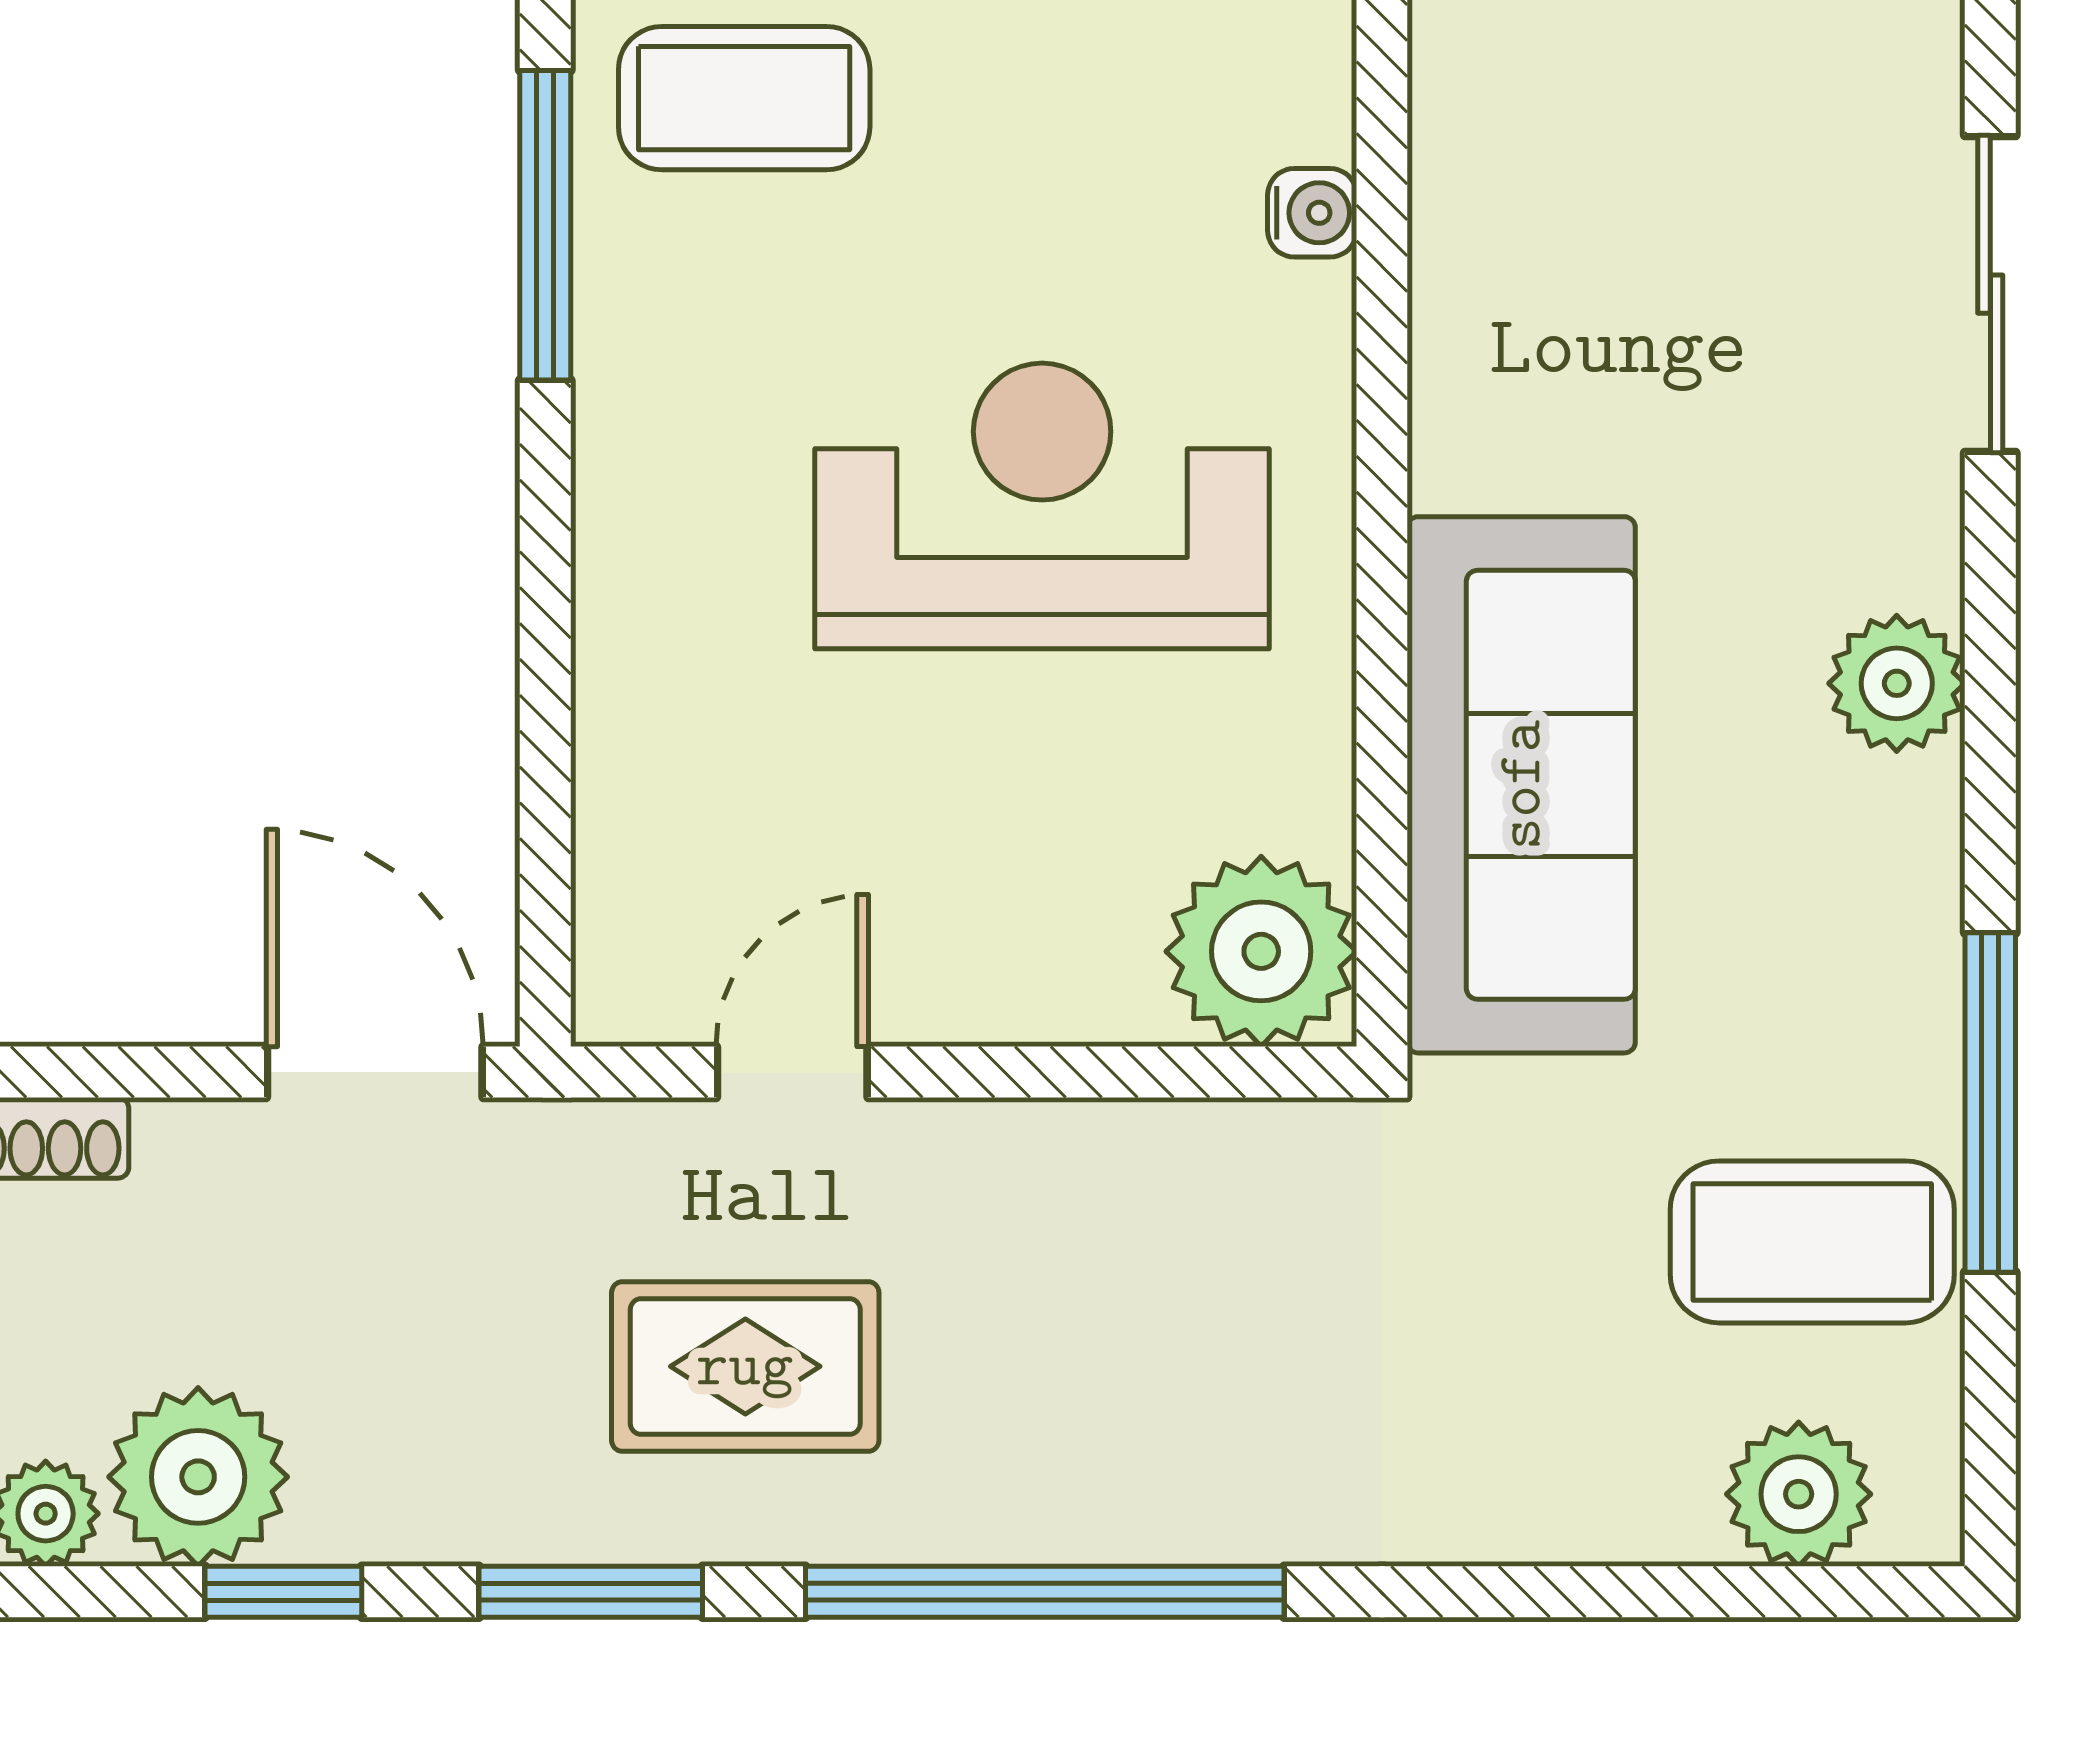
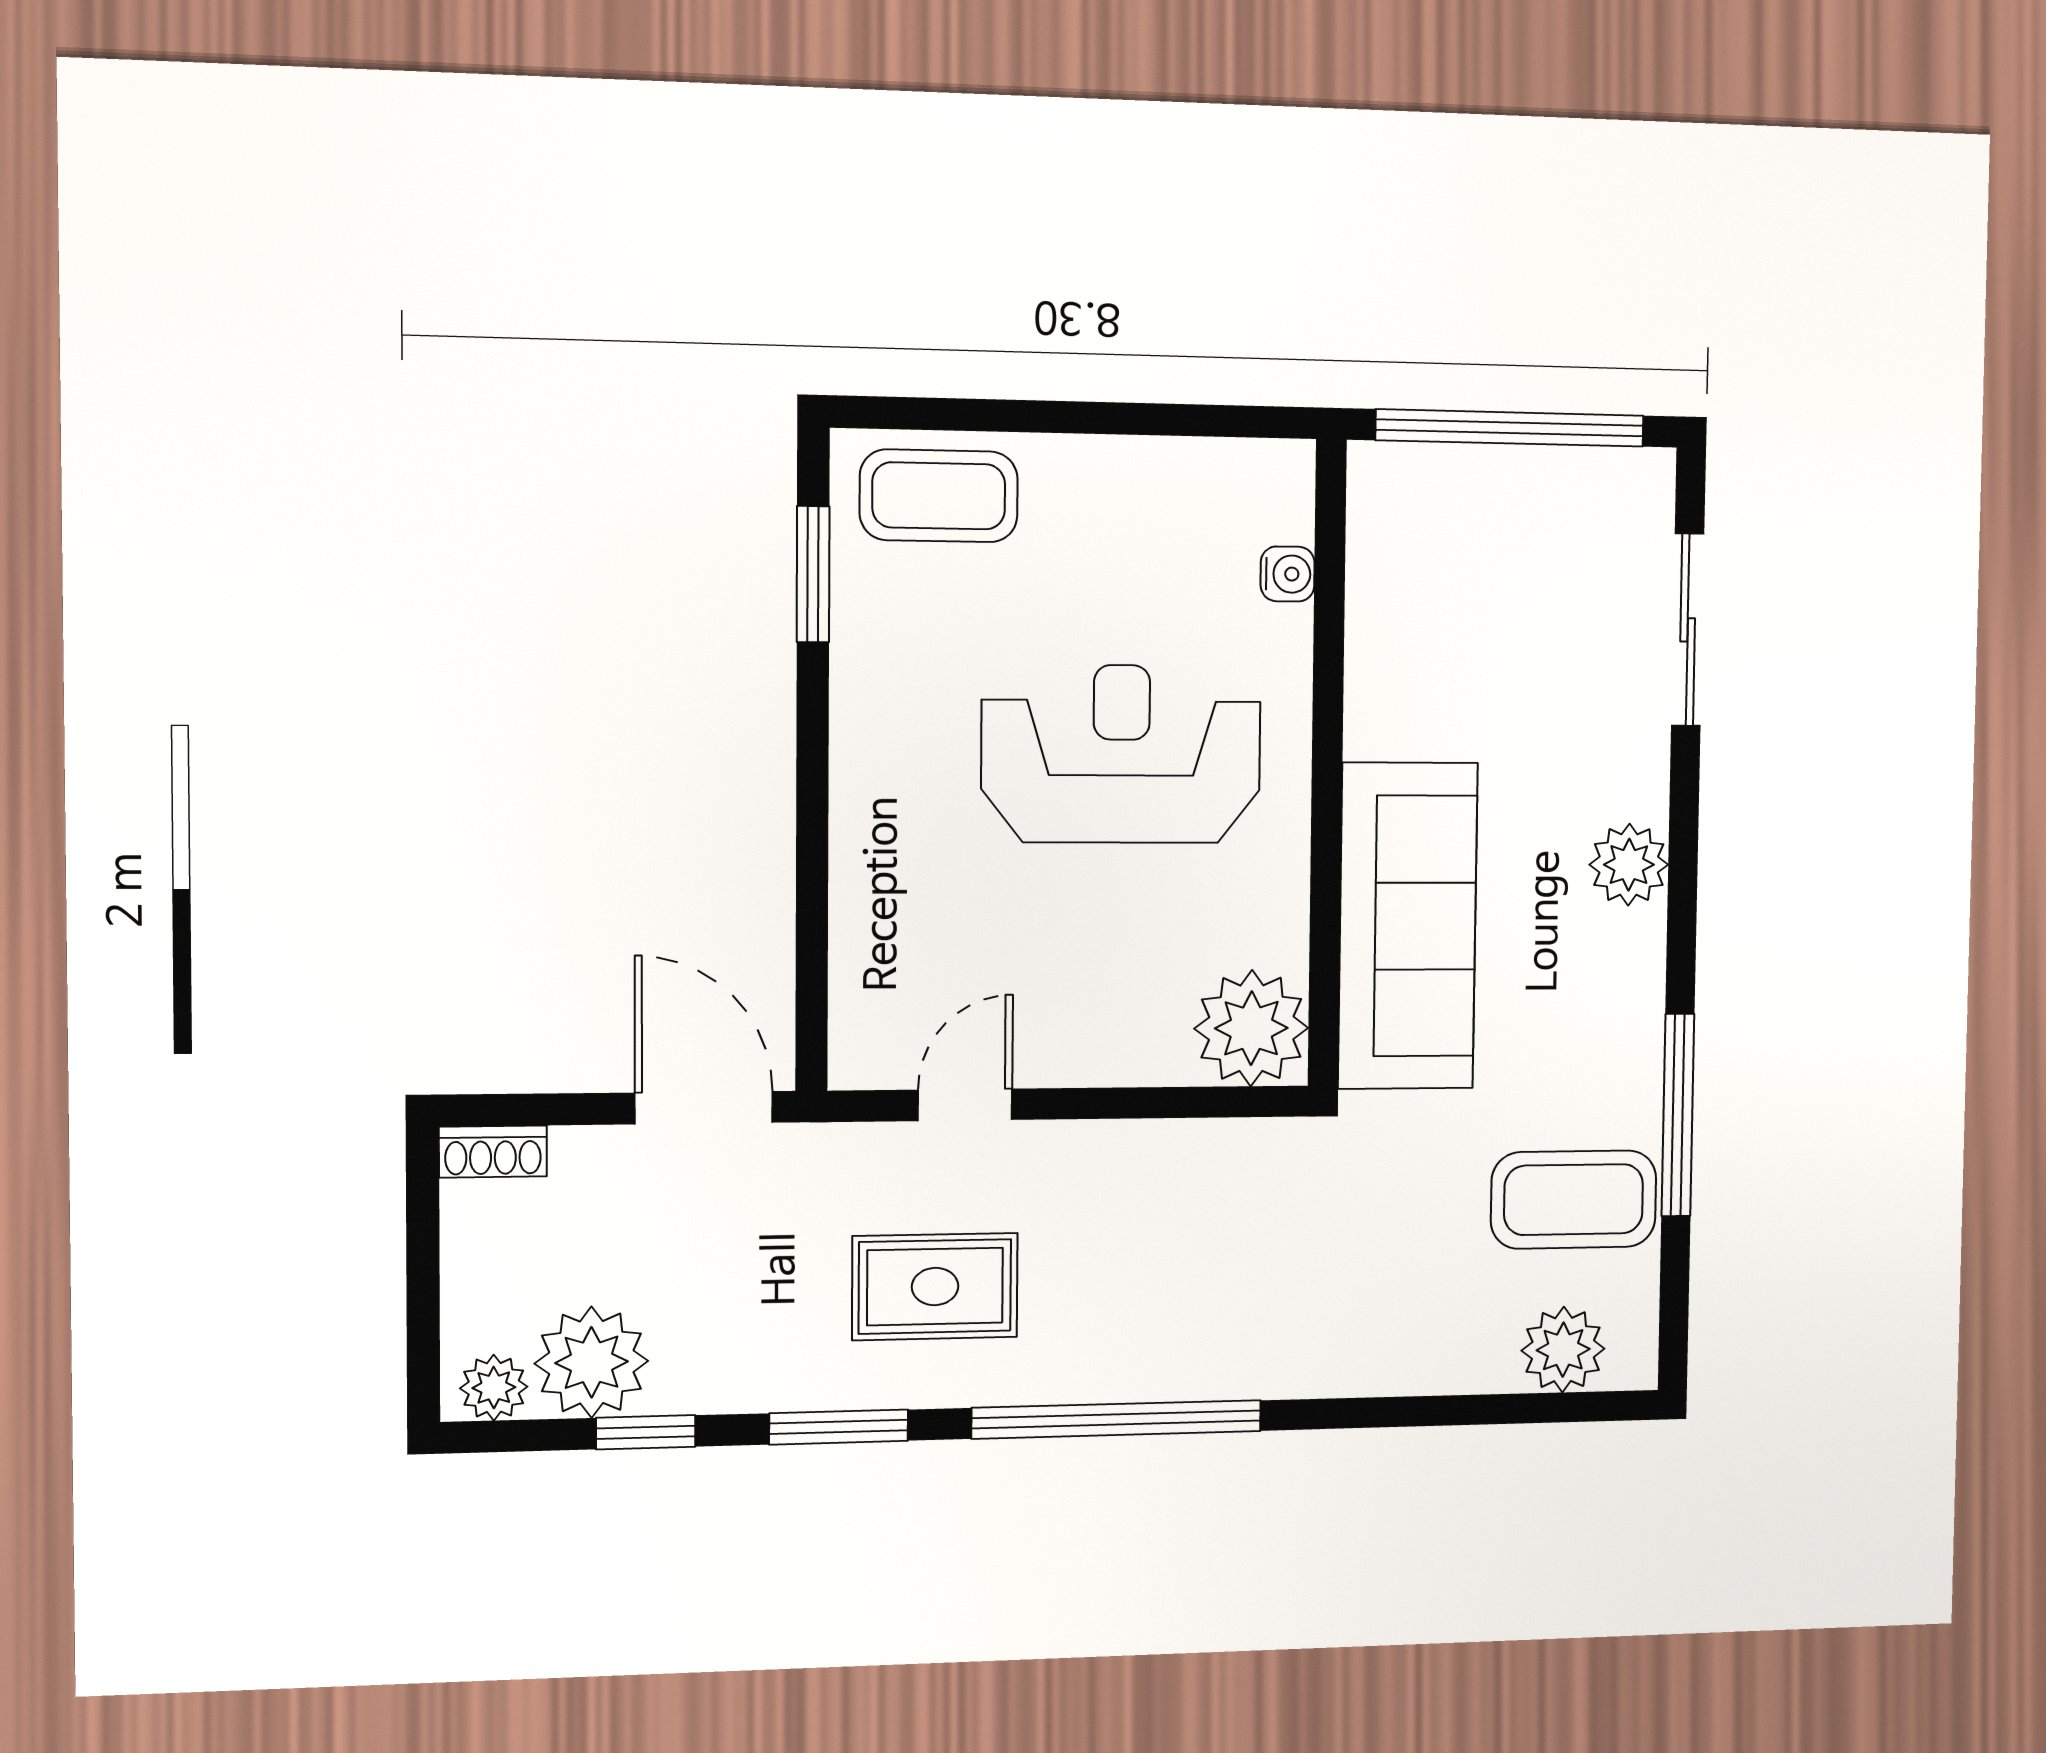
window: (545, 225) -> (813, 574), width x0.69

